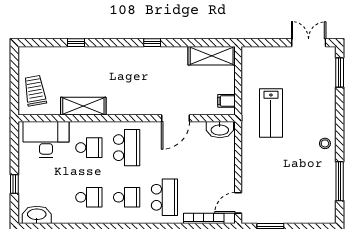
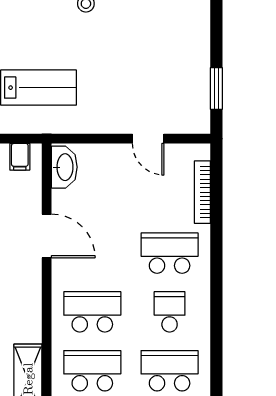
school desk: (89, 148) -> (92, 371), width x1.85
school desk: (89, 197) -> (170, 371), width x1.85
door: (238, 203) -> (148, 139), moved

